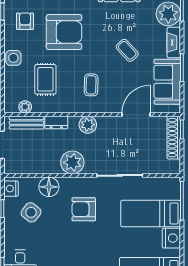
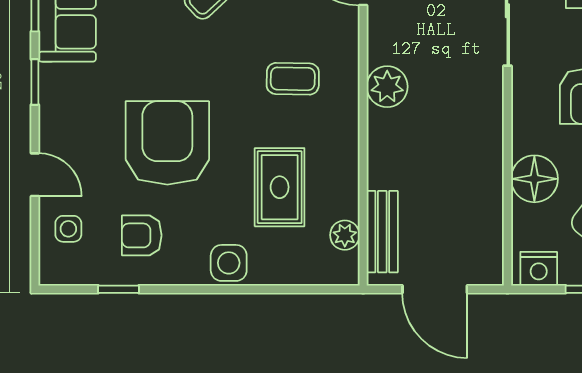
rug: (45, 79) -> (280, 187), turned 90
dresser: (56, 123) -> (382, 161), removed
plant: (72, 162) -> (476, 123), removed

